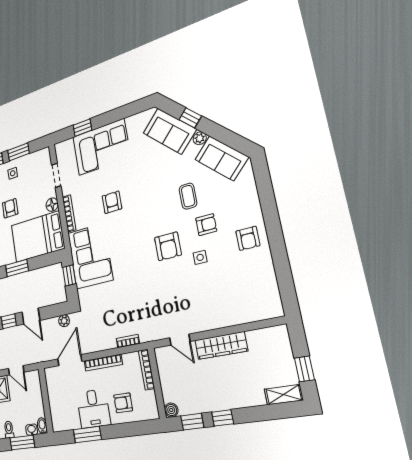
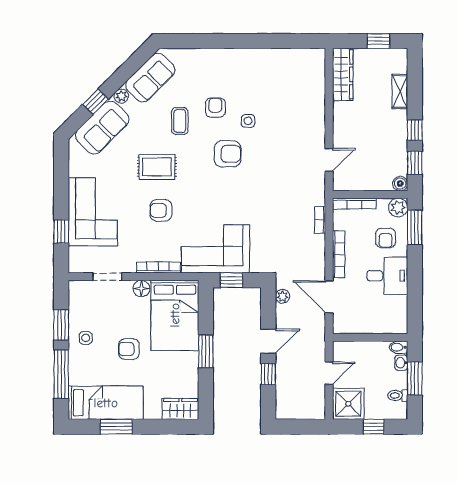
rug: (146, 188) -> (157, 167), added
coffee table: (188, 196) -> (180, 121), turned 90
armchair: (248, 238) -> (241, 68), removed
wardrobe: (221, 346) -> (343, 74), moved
shelving: (284, 395) -> (400, 92), moved
plant: (150, 411) -> (398, 208), added
window: (87, 435) -> (415, 228), moved

